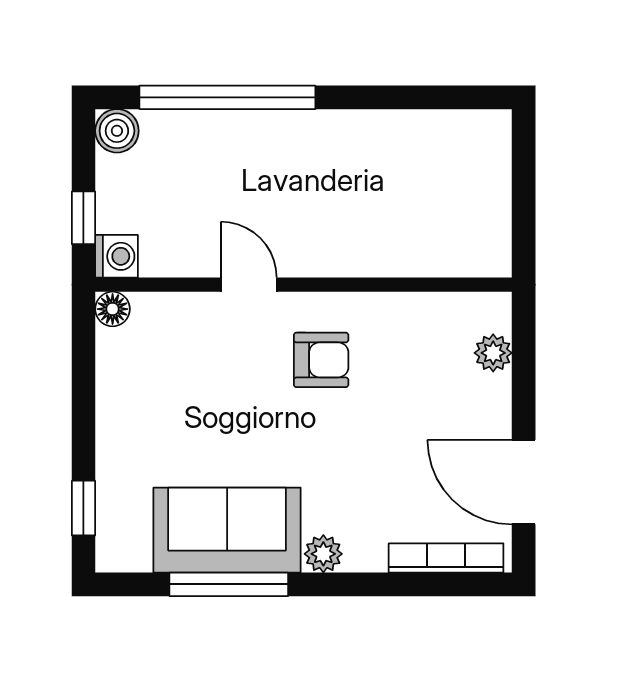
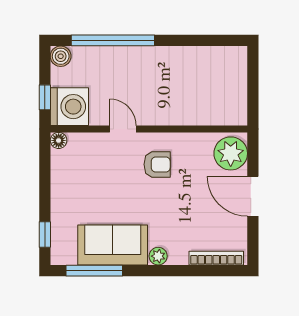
washing machine: (117, 256) -> (69, 107), width x1.89, depth x1.89
plant: (493, 353) -> (231, 153), width x1.88, depth x1.88
door: (524, 482) -> (253, 196), moved
window: (229, 584) -> (94, 271), moved

